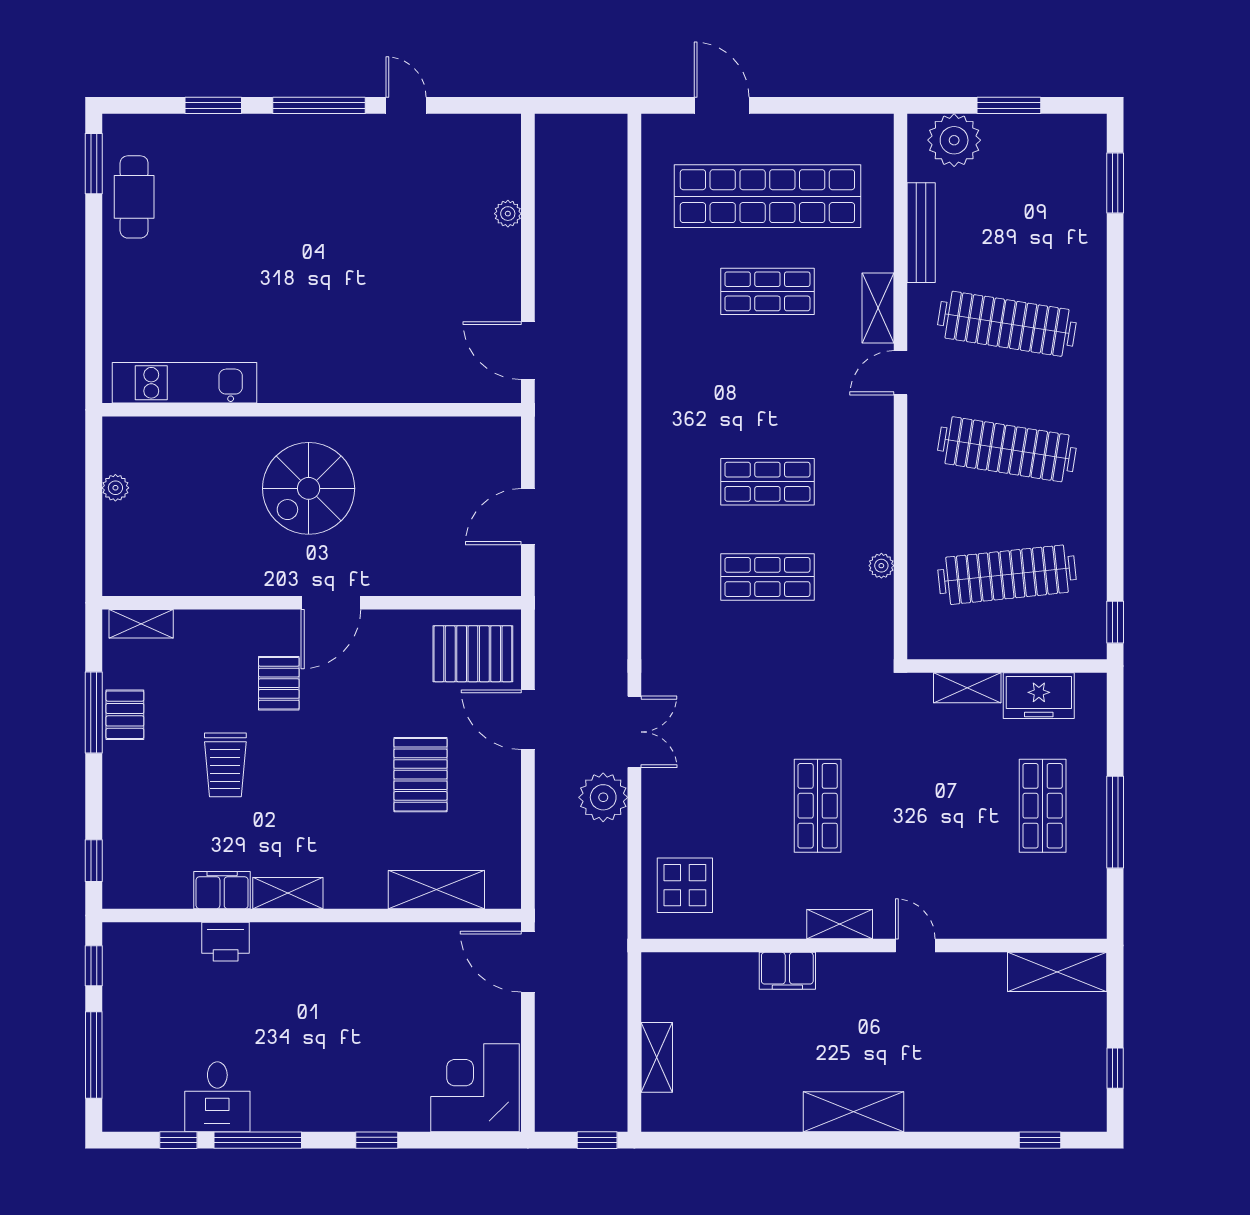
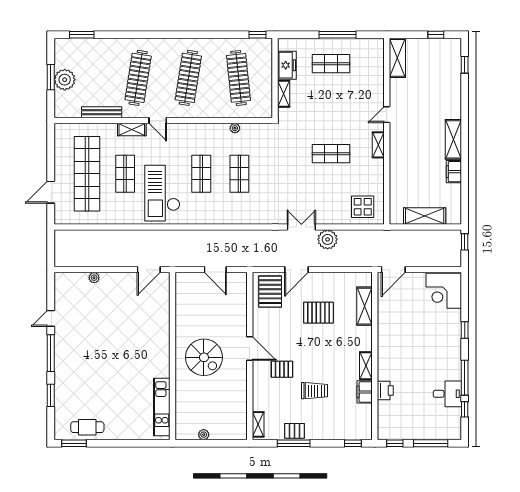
plant: (954, 140) -> (65, 80), moved
checkout: (719, 384) -> (162, 193), added
filing cabinet: (787, 971) -> (454, 172), moved, turned 180
shelving: (657, 1057) -> (425, 216), width x1.50, depth x1.33

